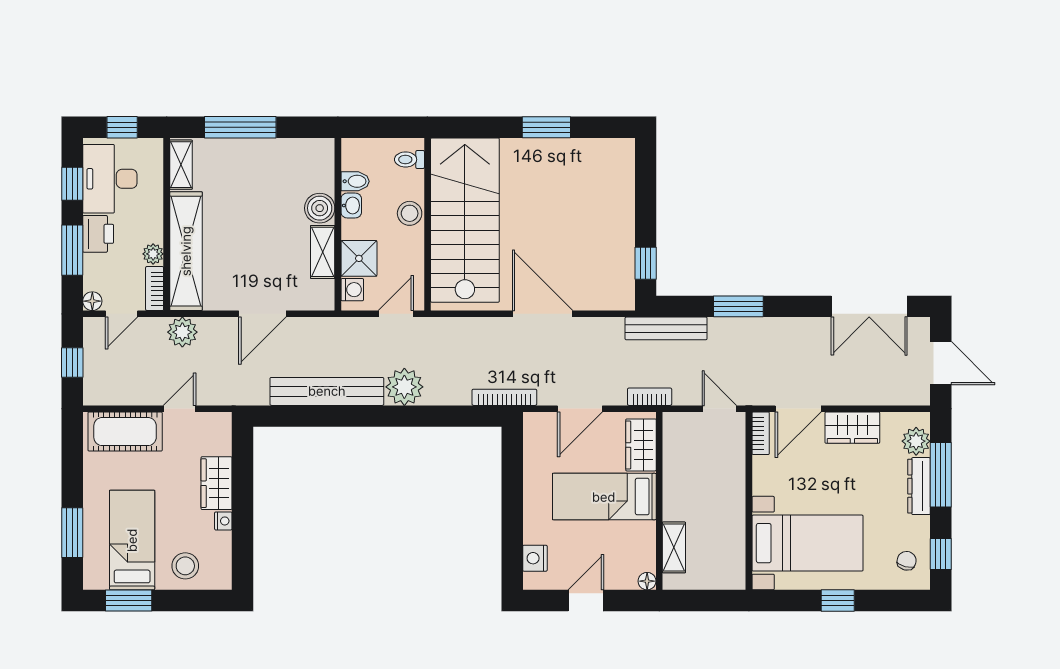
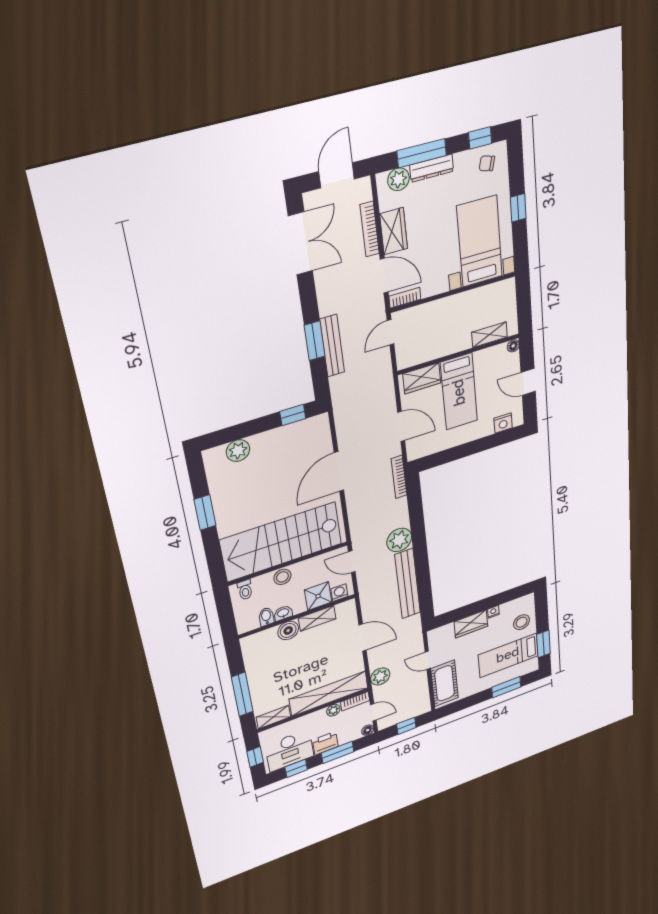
plant: (620, 185) -> (238, 451), added
bench: (666, 328) -> (332, 346), moved
bookcase: (650, 397) -> (370, 229), moved, width x1.56

